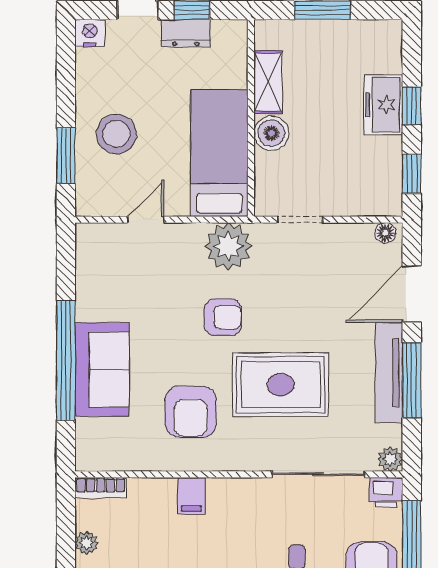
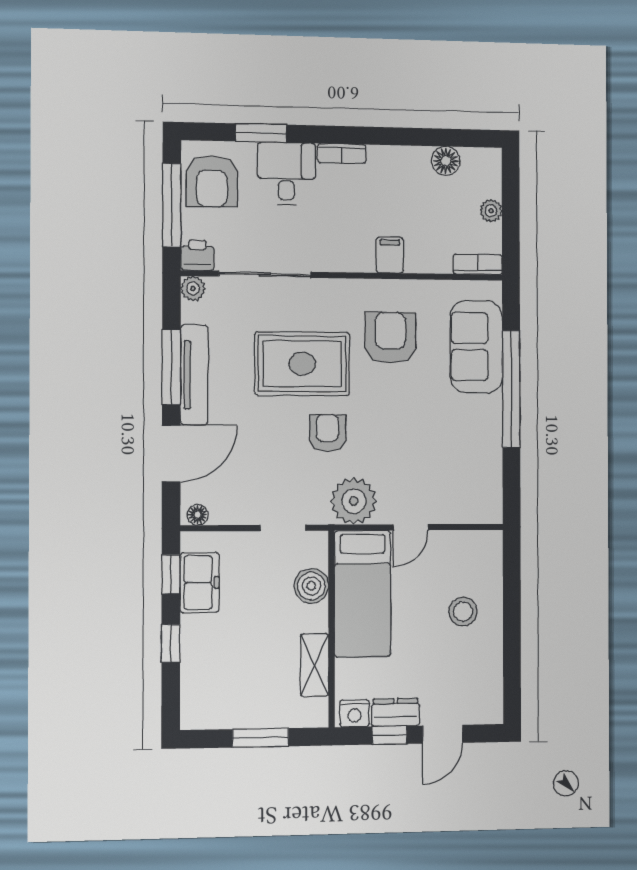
nightstand: (90, 33) -> (355, 713), moved
freezer: (383, 105) -> (200, 583), moved
boiler: (271, 133) -> (311, 586), moved
stool: (116, 134) -> (463, 612), width x0.73, depth x0.73
window: (66, 156) -> (512, 590), removed
door: (146, 220) -> (411, 527), moved
armchair: (223, 317) -> (327, 433), moved, turned 90
sofa: (102, 370) -> (476, 347), moved

